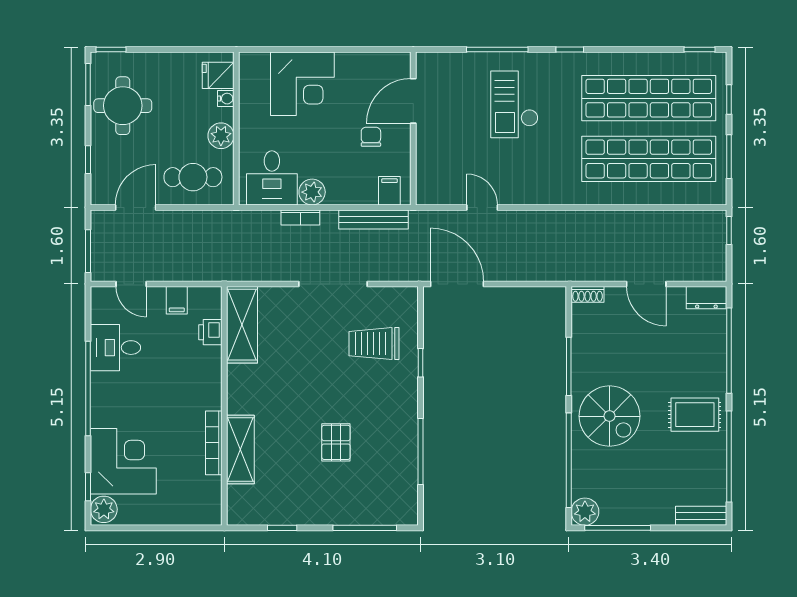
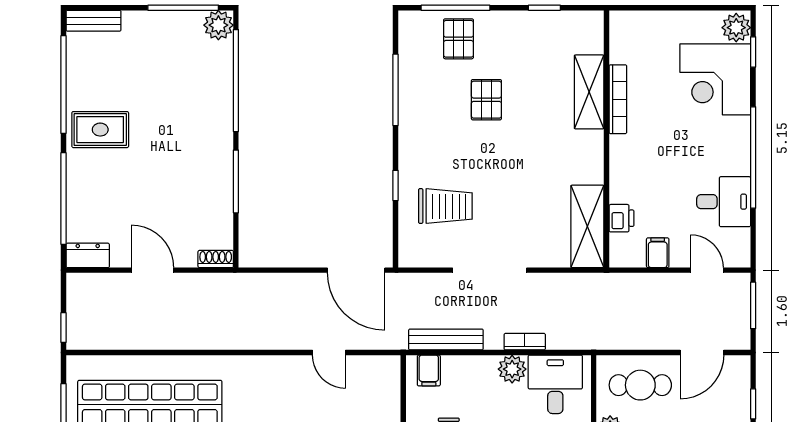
spiral stairs: (610, 416) -> (192, 128), removed
pallet: (362, 499) -> (458, 39), added

